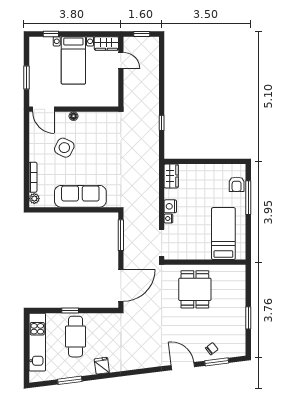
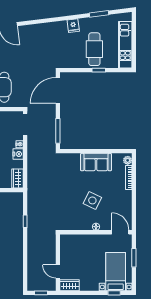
bed with nightstands: (73, 60) -> (116, 272), moved
side table: (64, 148) -> (92, 200), moved
sofa: (80, 196) -> (96, 162), width x0.73

